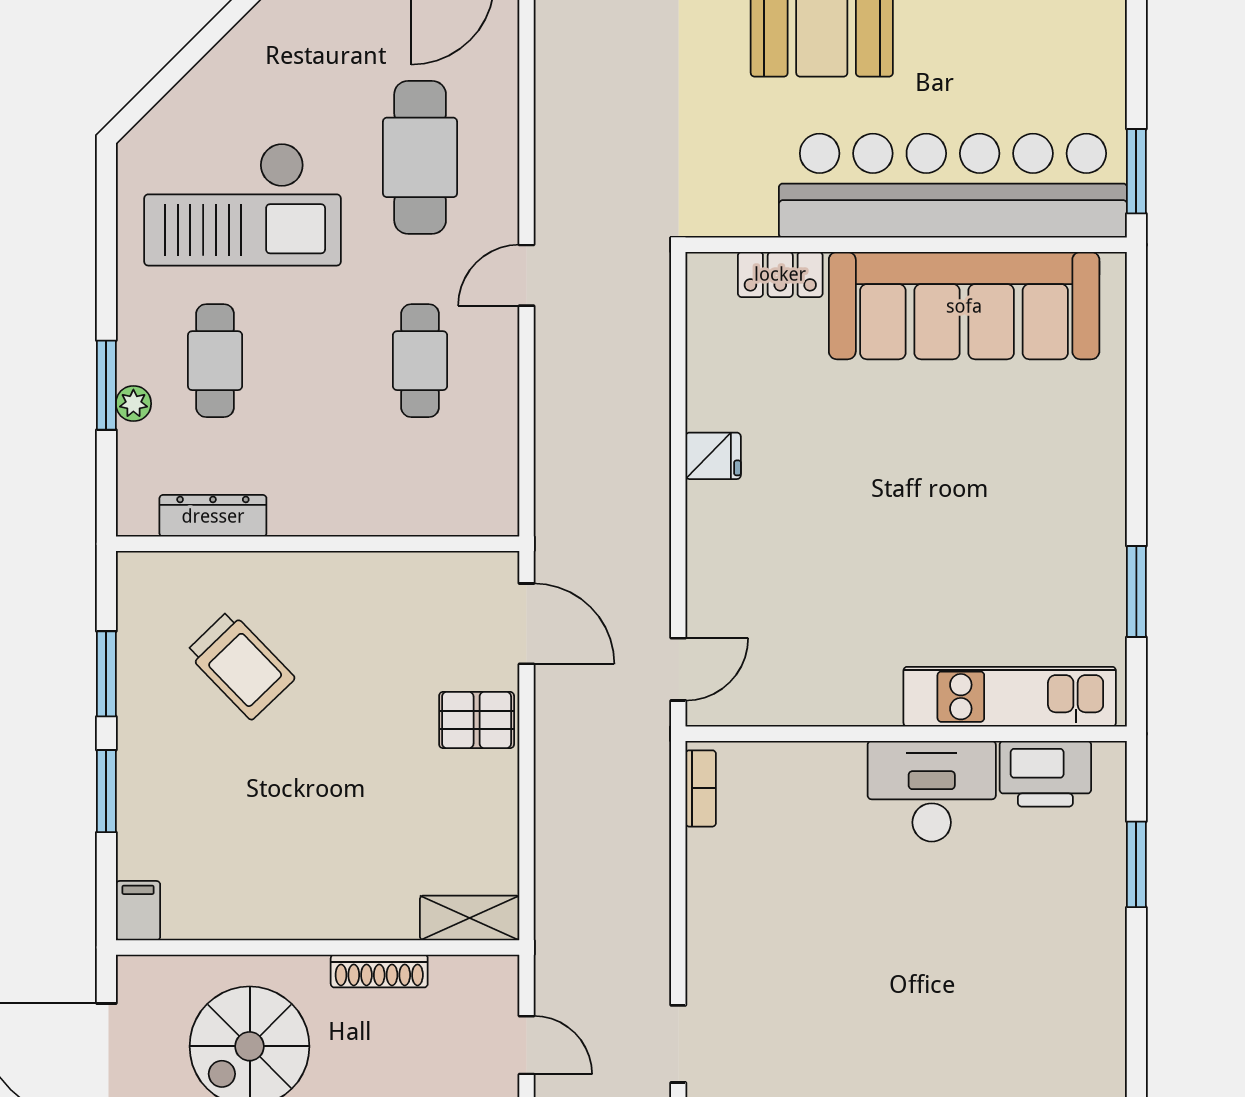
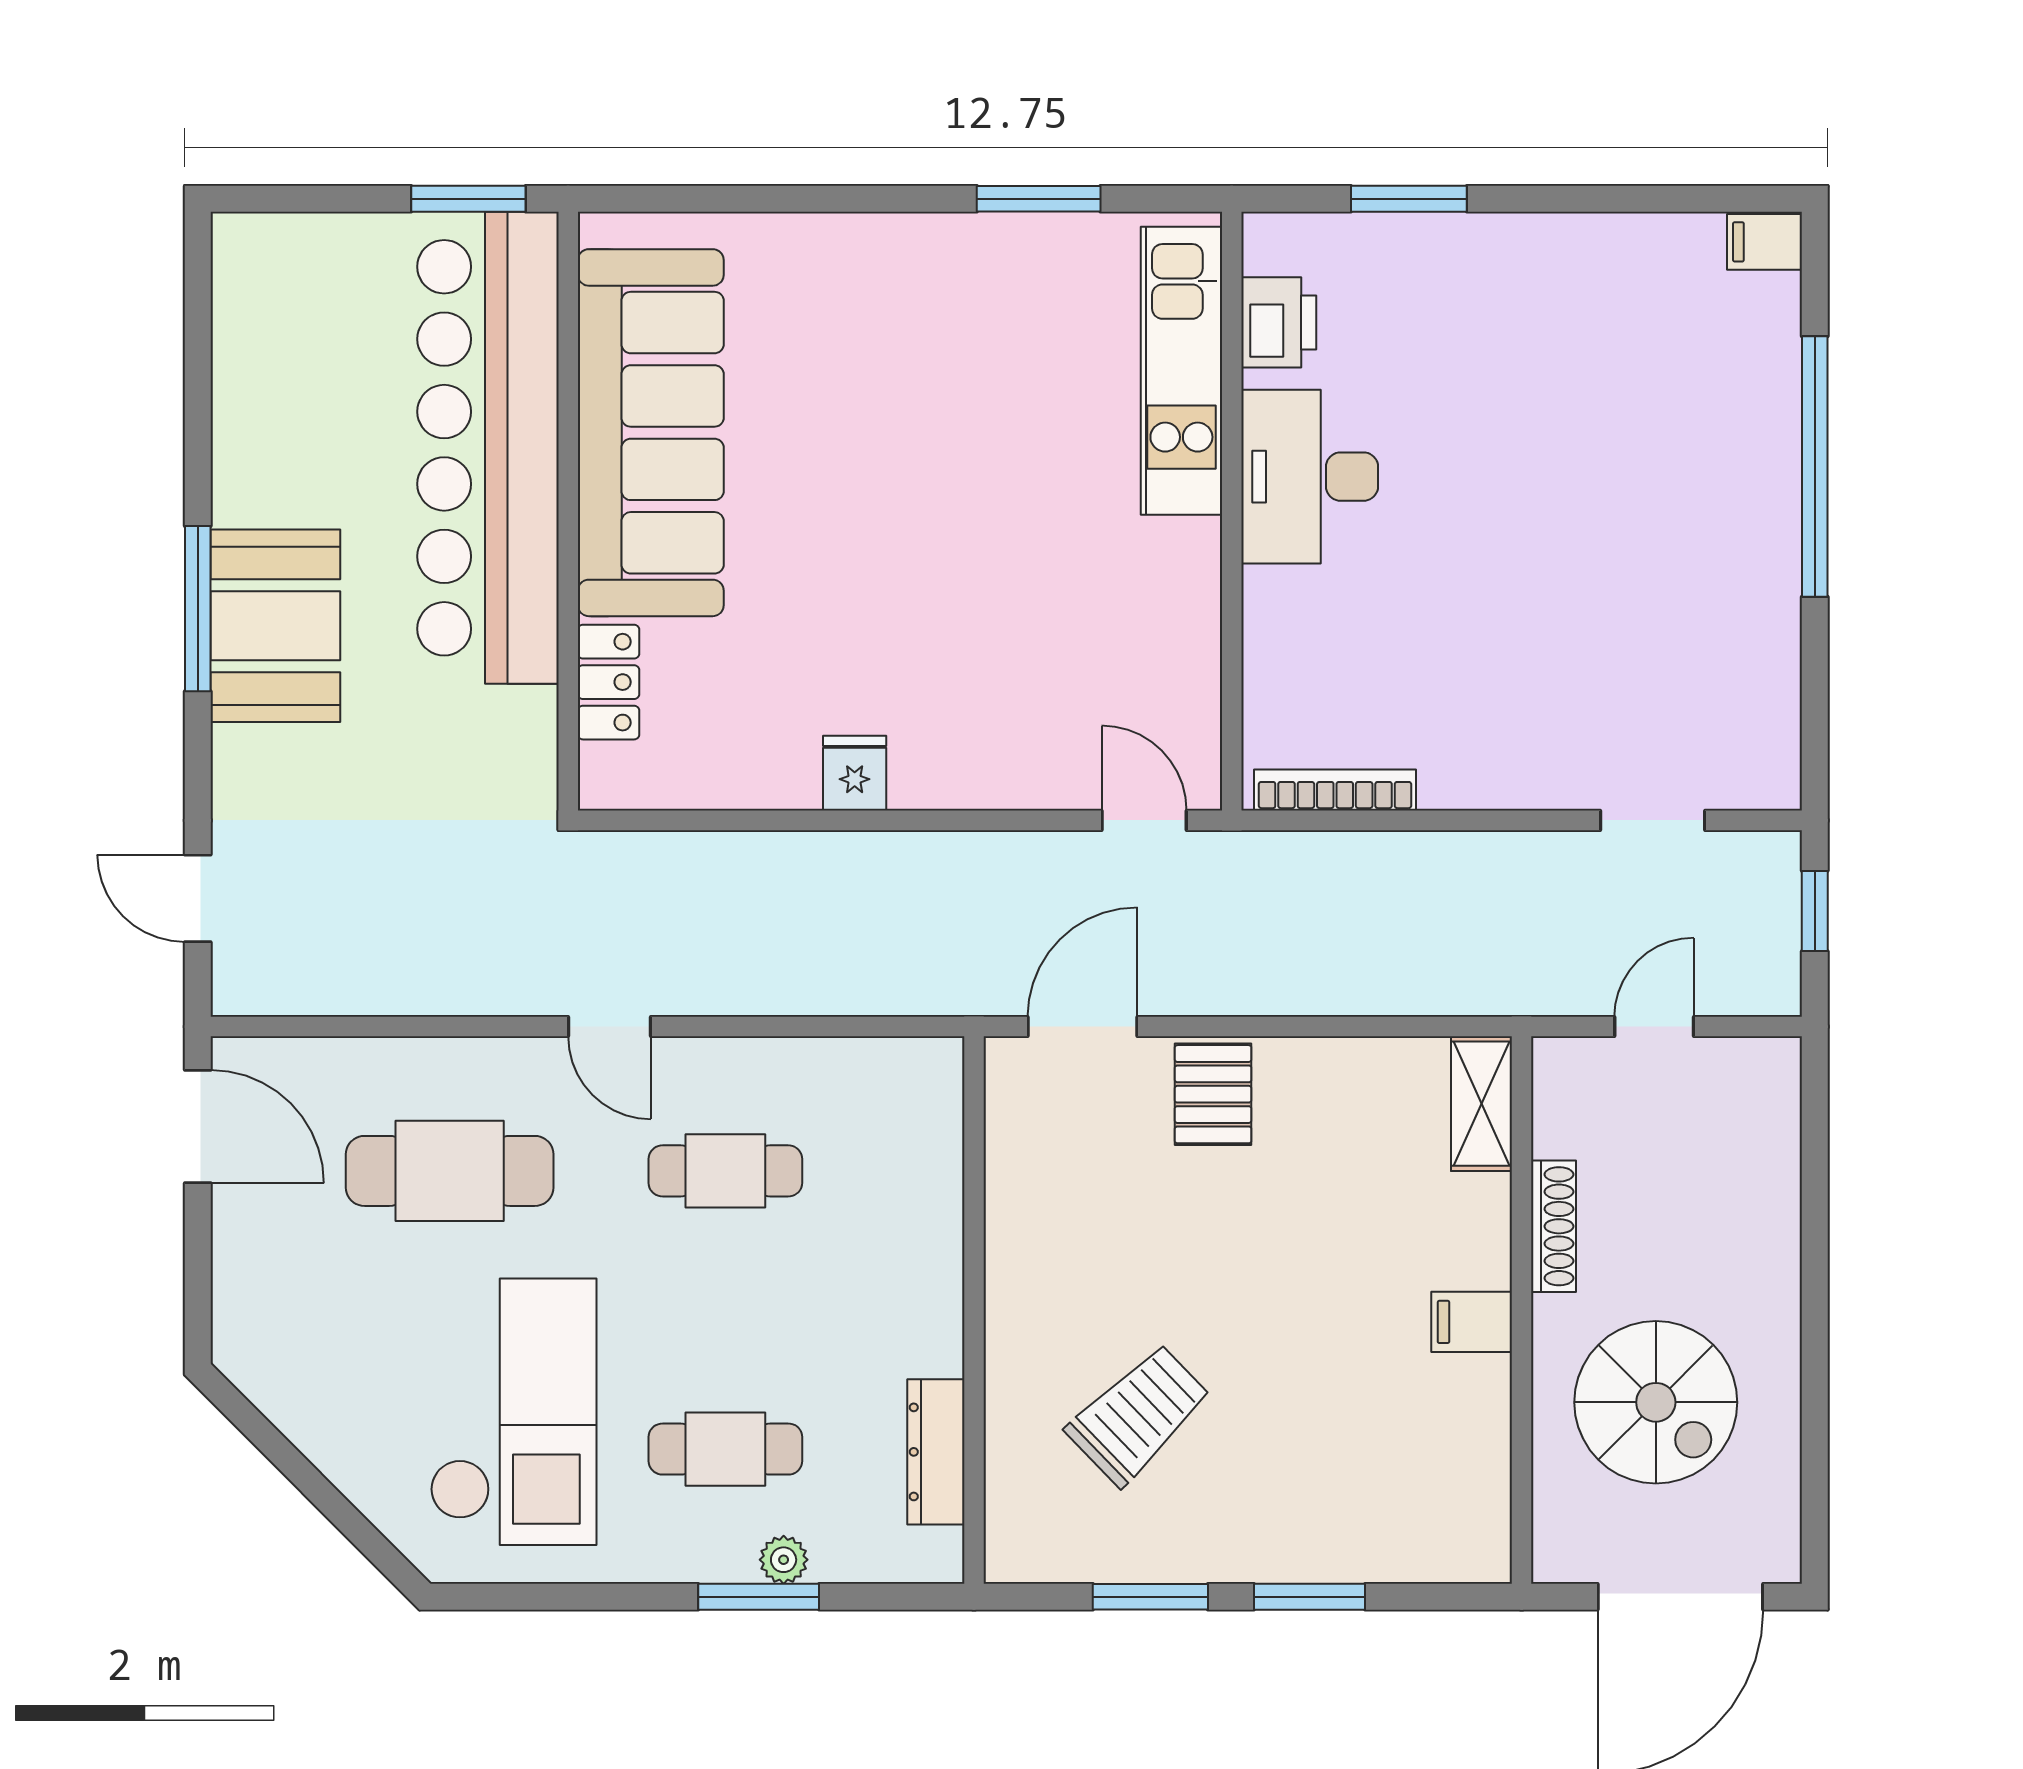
printer: (1045, 774) -> (1279, 322), width x0.73, depth x0.84
bookcase: (701, 788) -> (1335, 790), width x1.56
filing cabinet: (138, 911) -> (1472, 1322), moved

